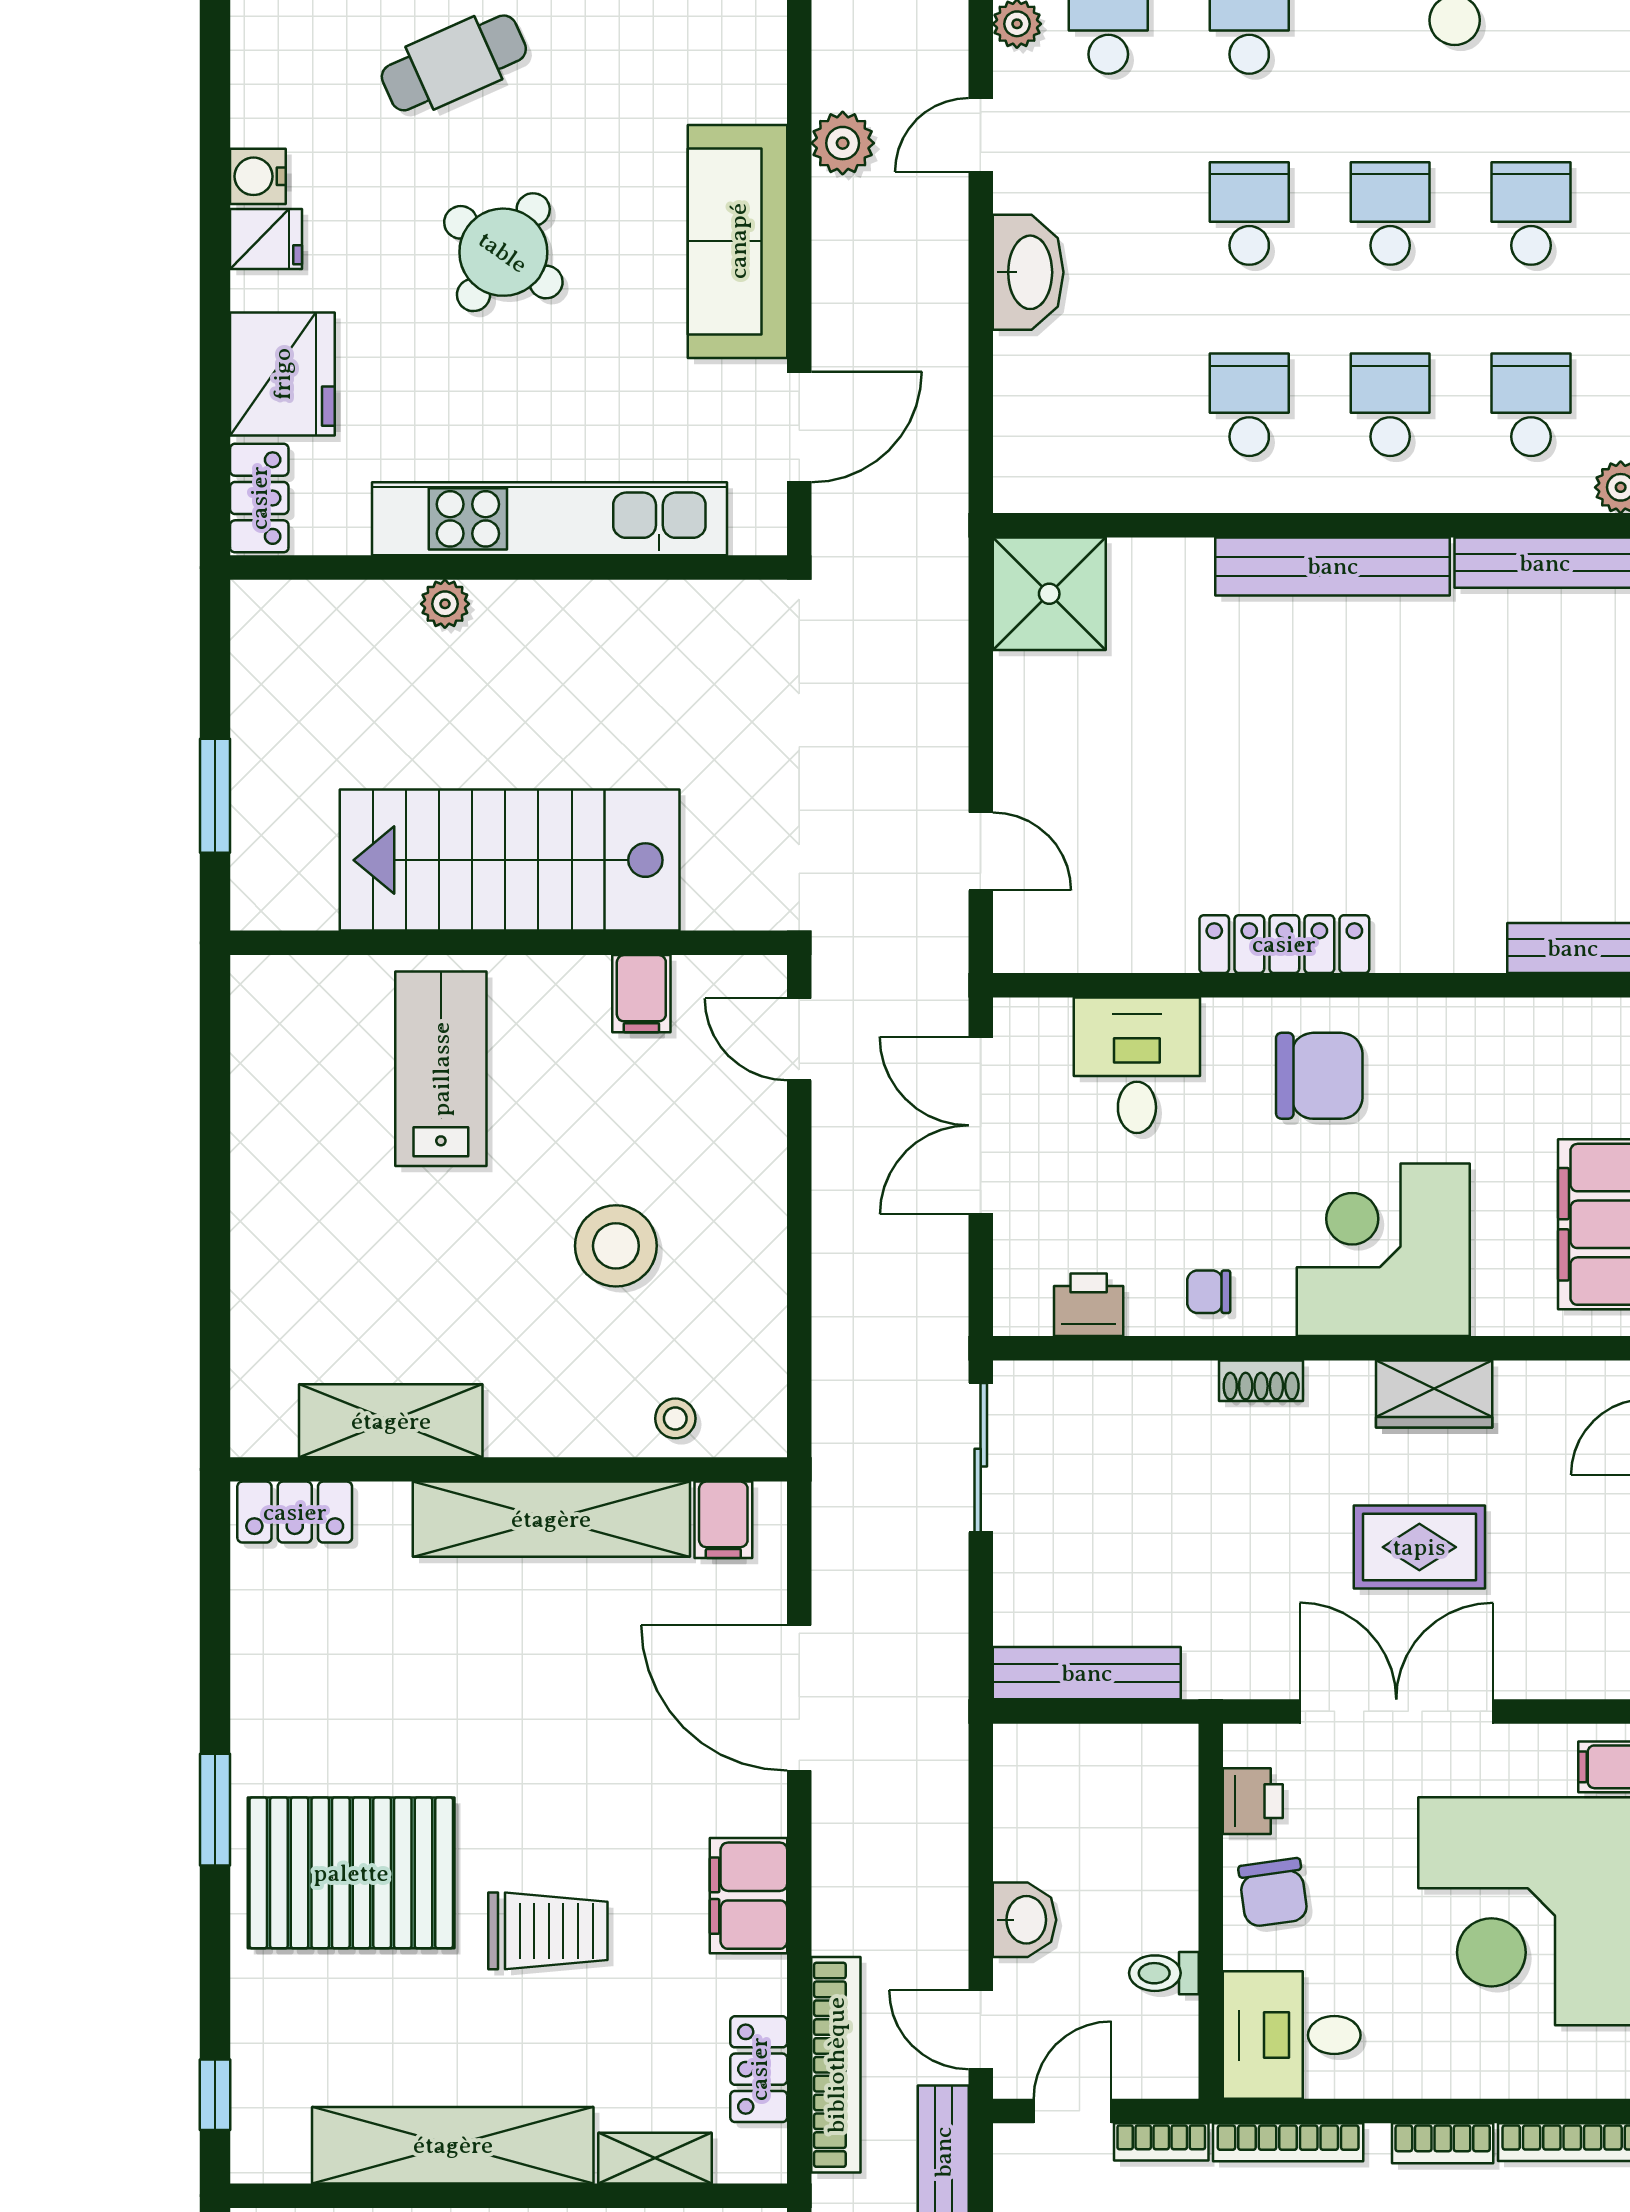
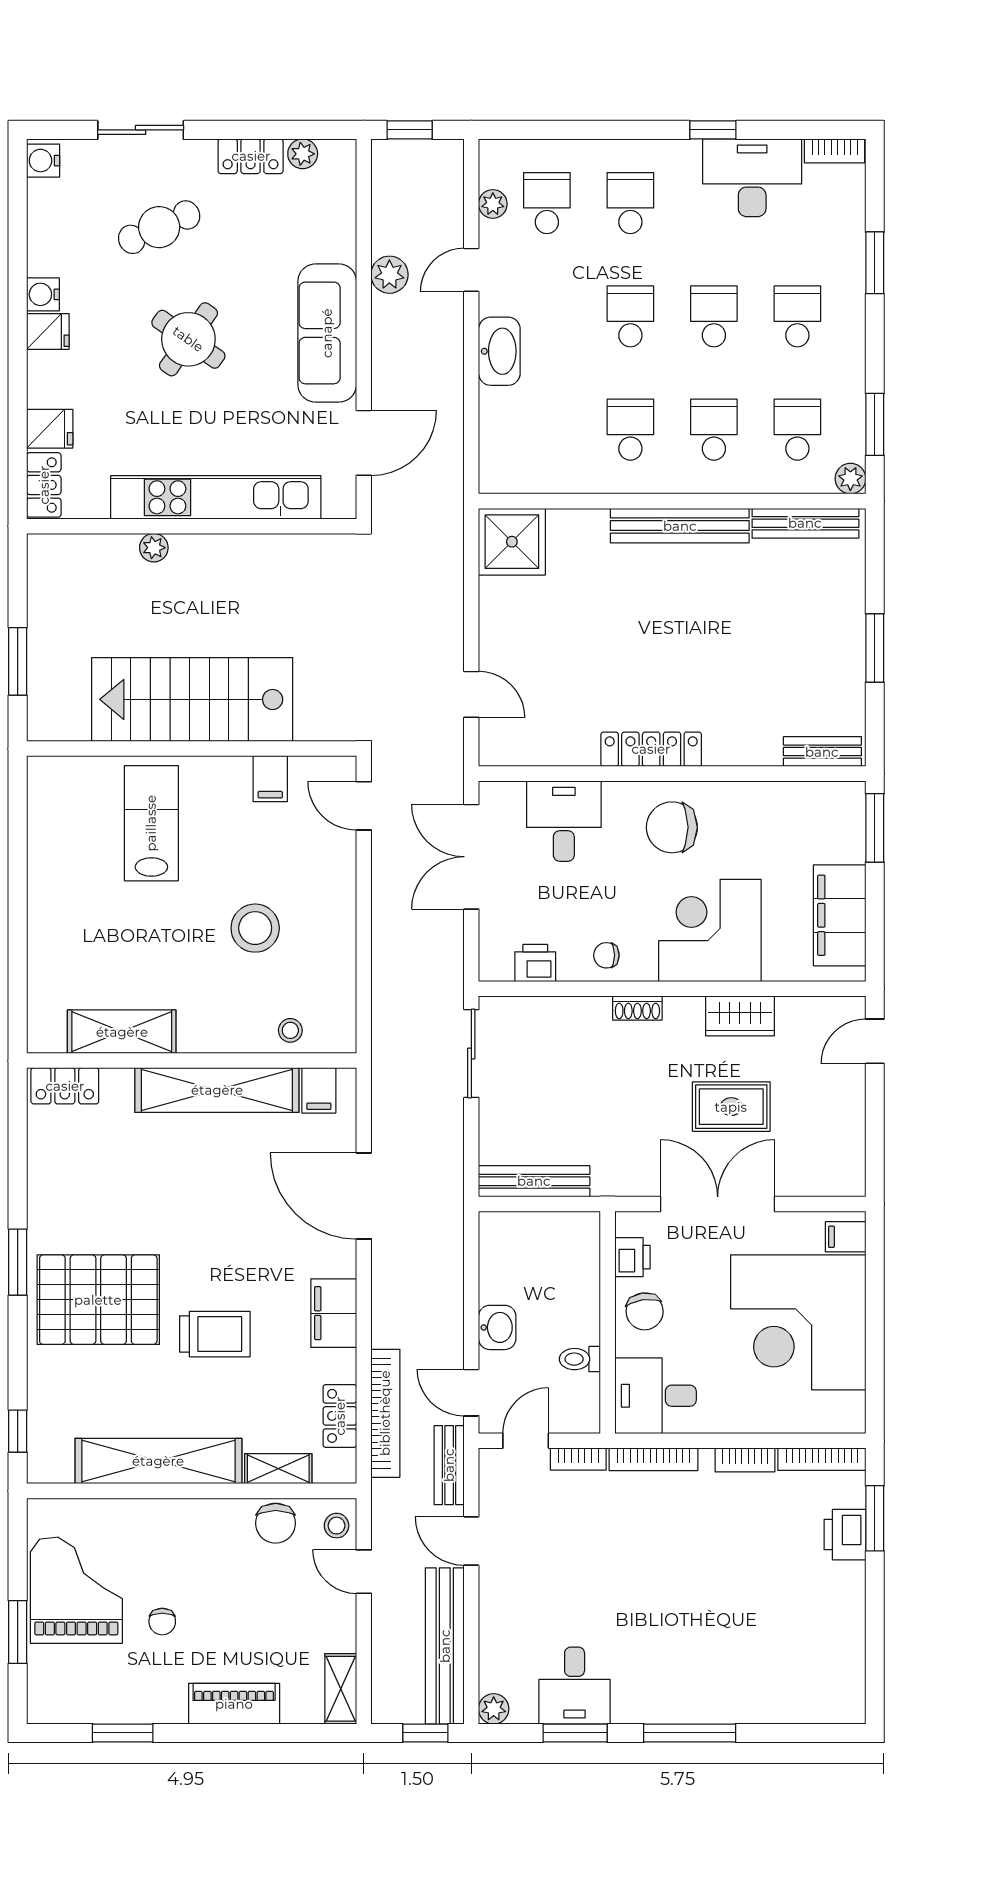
fridge: (282, 374) -> (50, 429), width x0.53, depth x0.75
chair: (1319, 1076) -> (672, 827), turned 180

